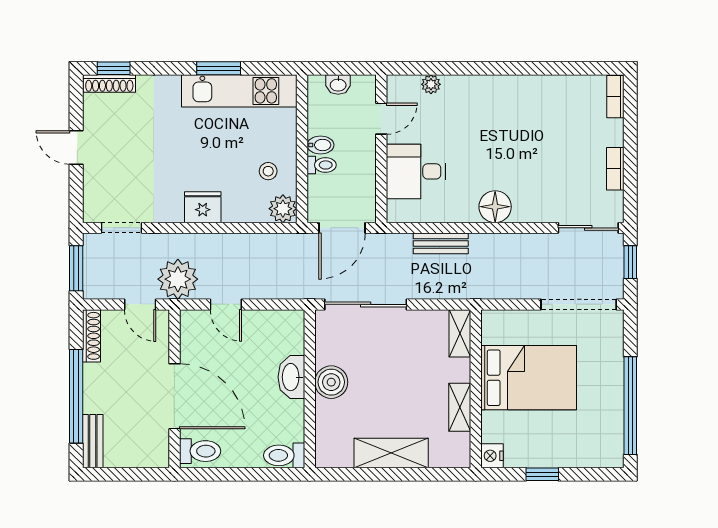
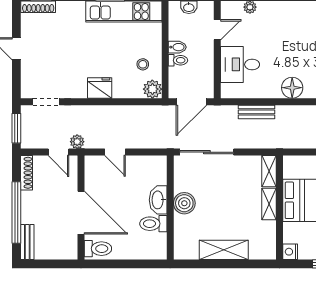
plant: (178, 279) -> (77, 142), width x0.53, depth x0.53
shelving: (460, 407) -> (269, 204), moved
toilet: (284, 455) -> (153, 224), moved

